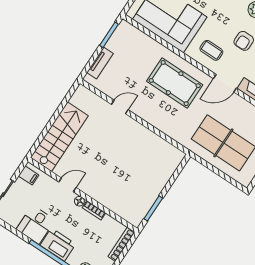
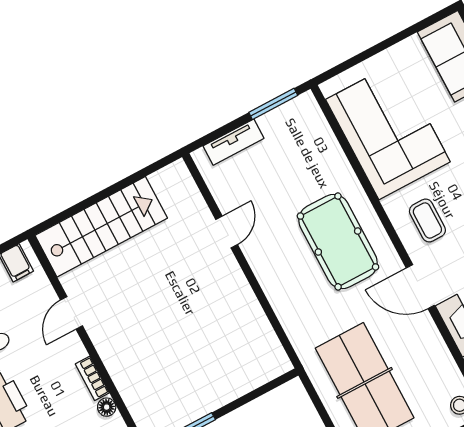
door: (120, 107) -> (227, 232), hinge flipped
door: (67, 185) -> (71, 313), swing flipped
floor lamp: (79, 201) -> (107, 407), moved

